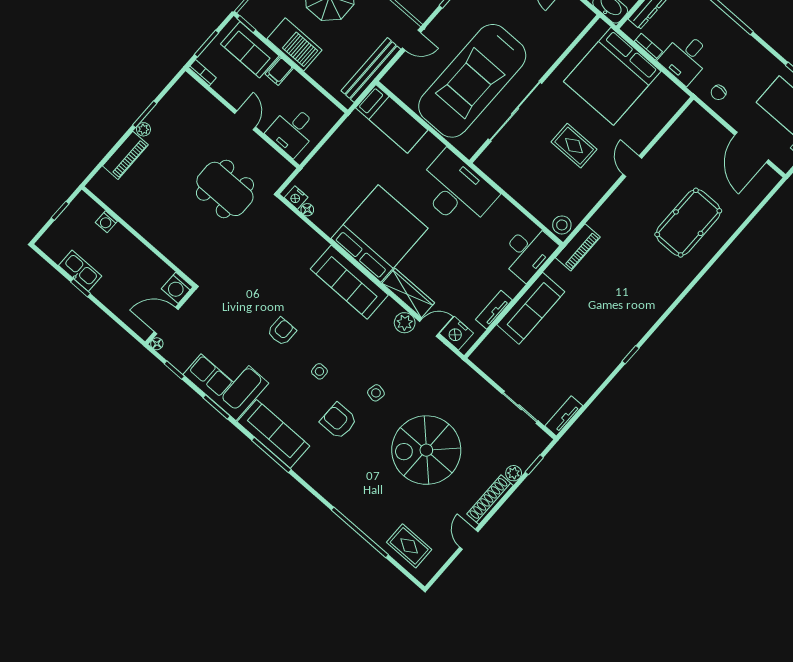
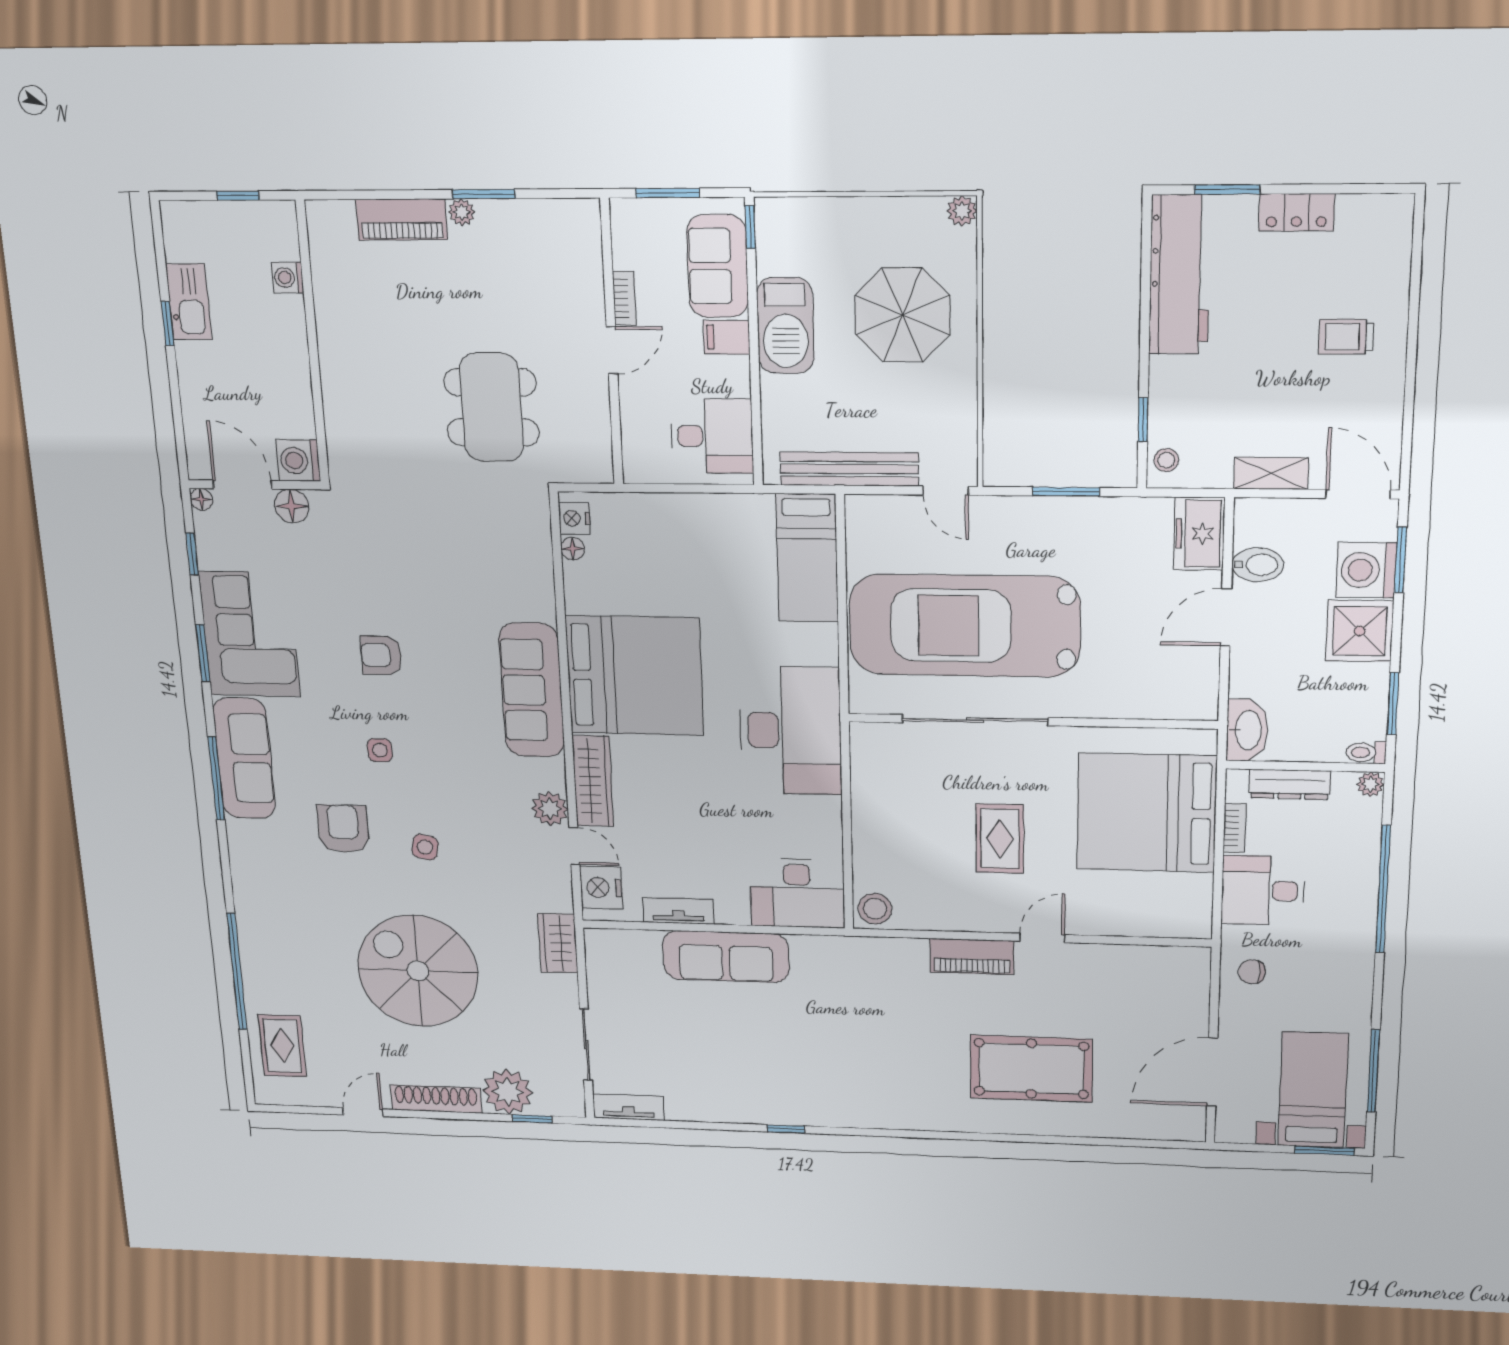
bookcase: (202, 73) -> (624, 298), moved
desk: (292, 131) -> (712, 436), moved, turned 180
piano: (578, 247) -> (972, 957), moved
floor lamp: (192, 309) -> (292, 506), added
armchair: (282, 331) -> (381, 655), turned 180
wardrobe: (465, 376) -> (558, 943), added
plant: (514, 473) -> (508, 1092), width x1.88, depth x1.88

